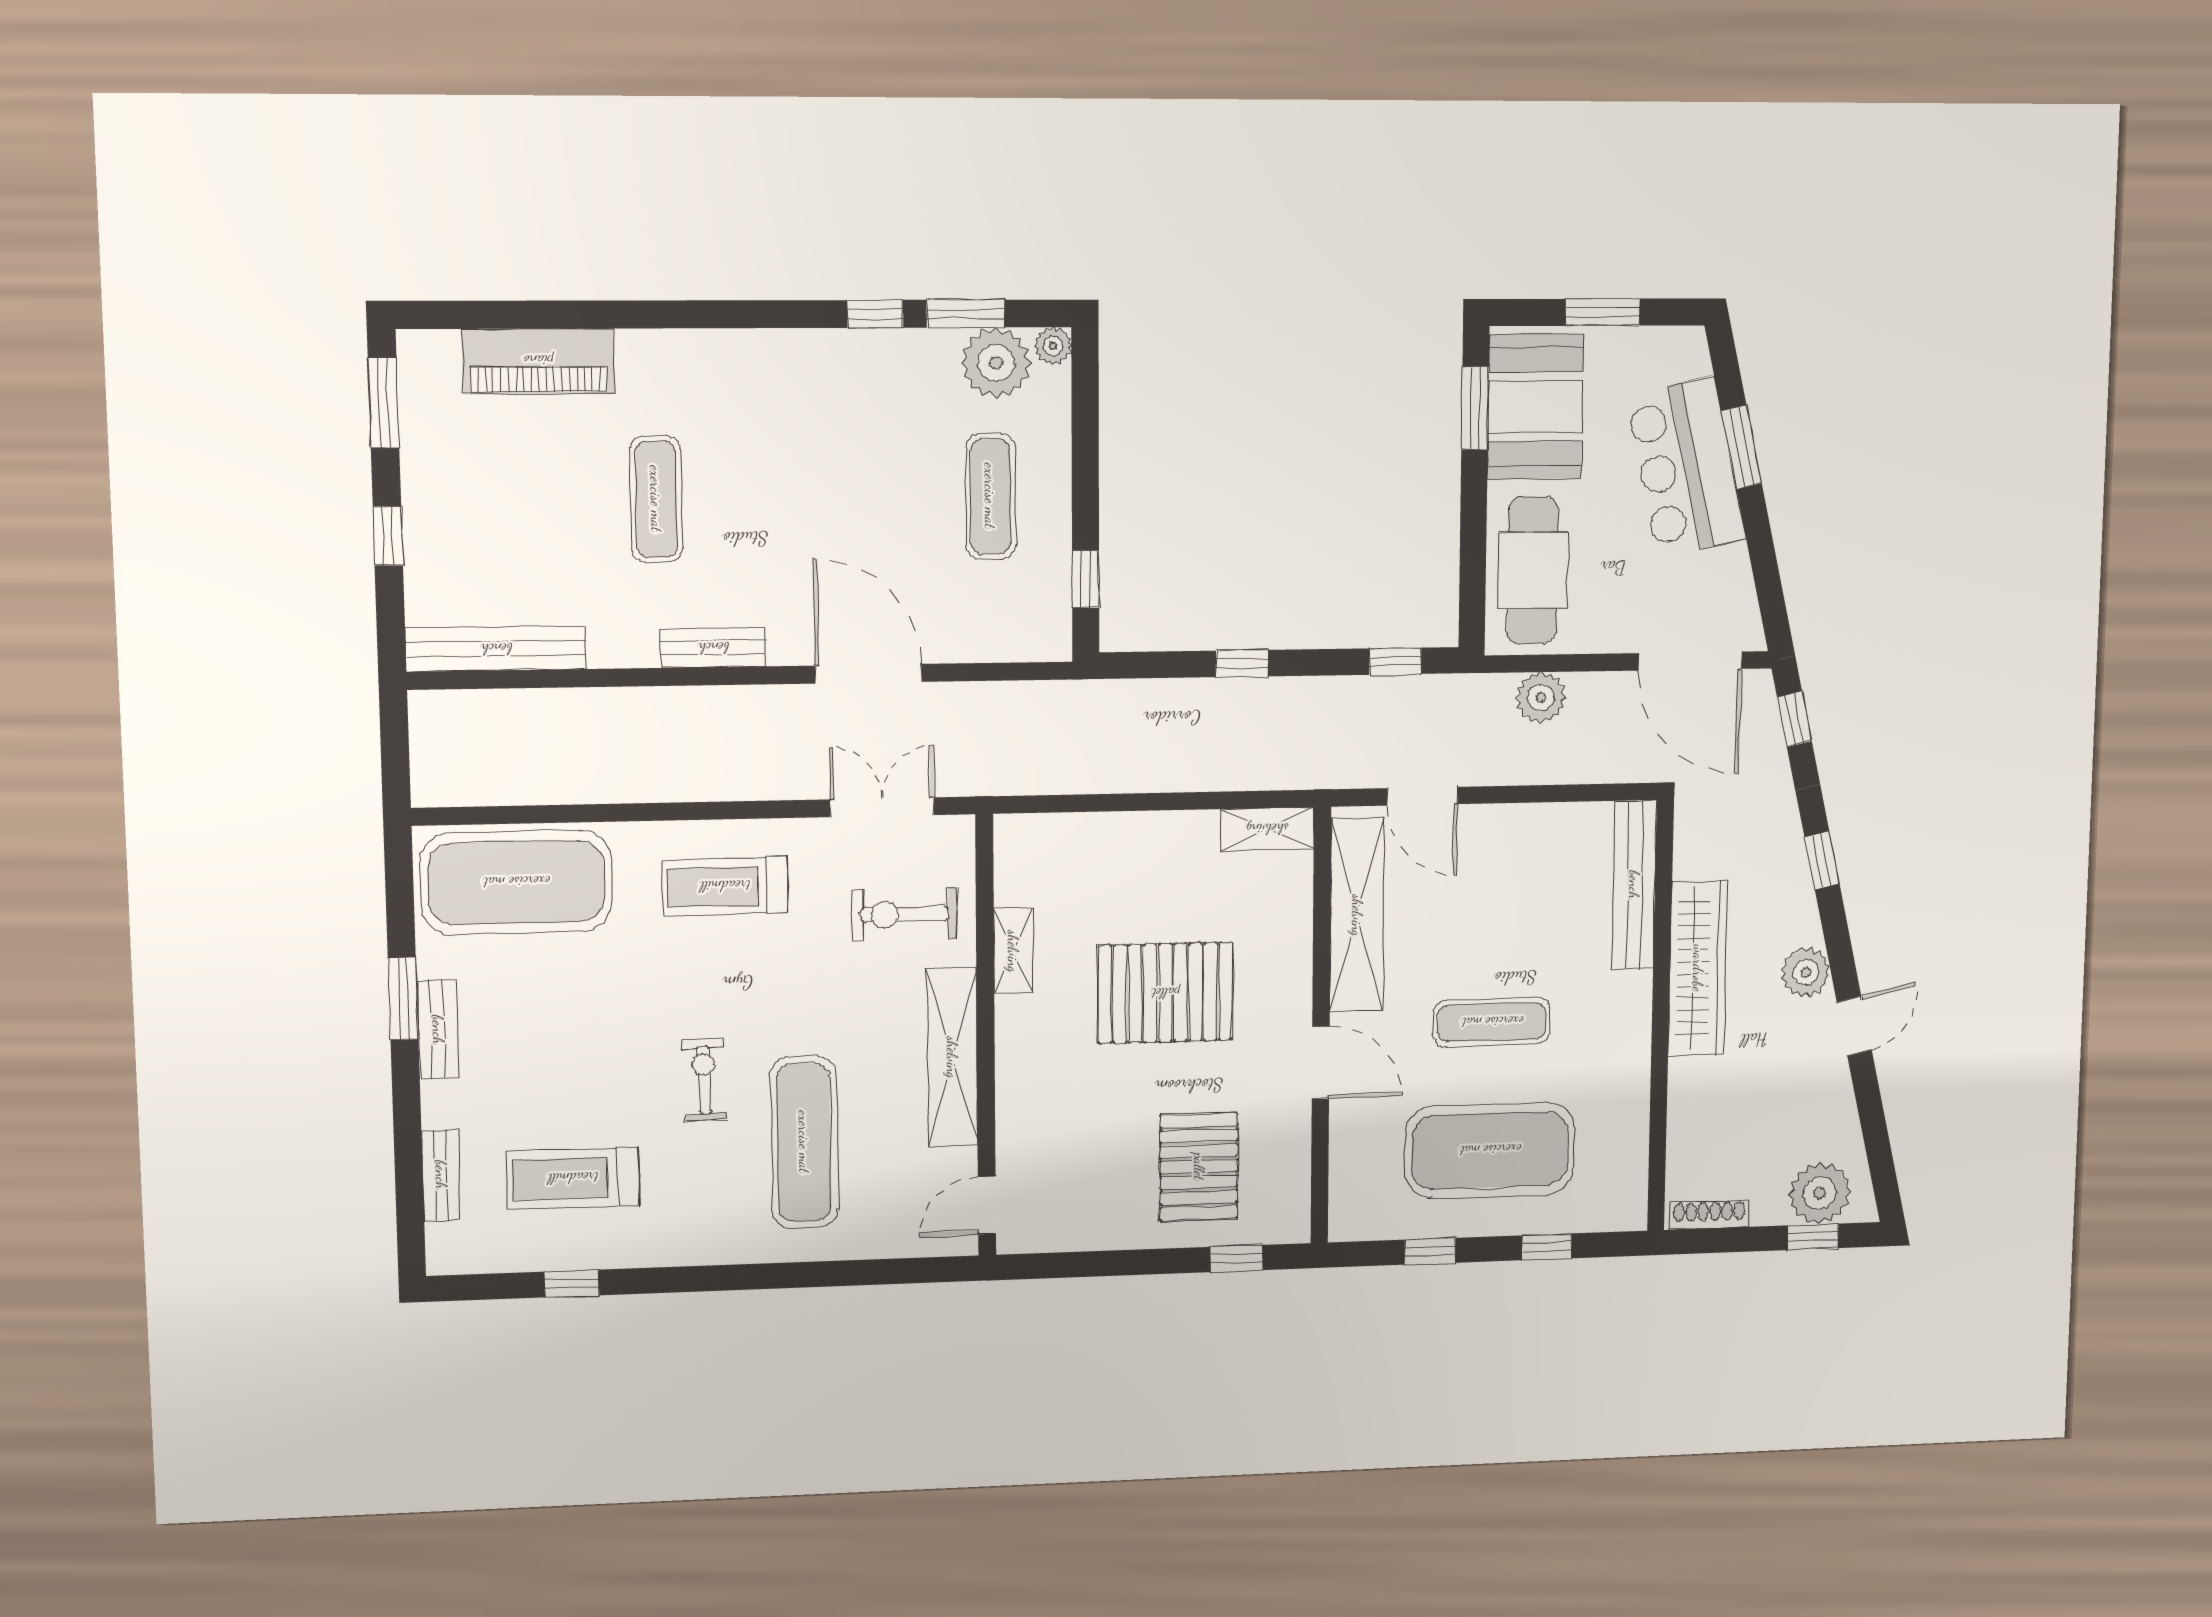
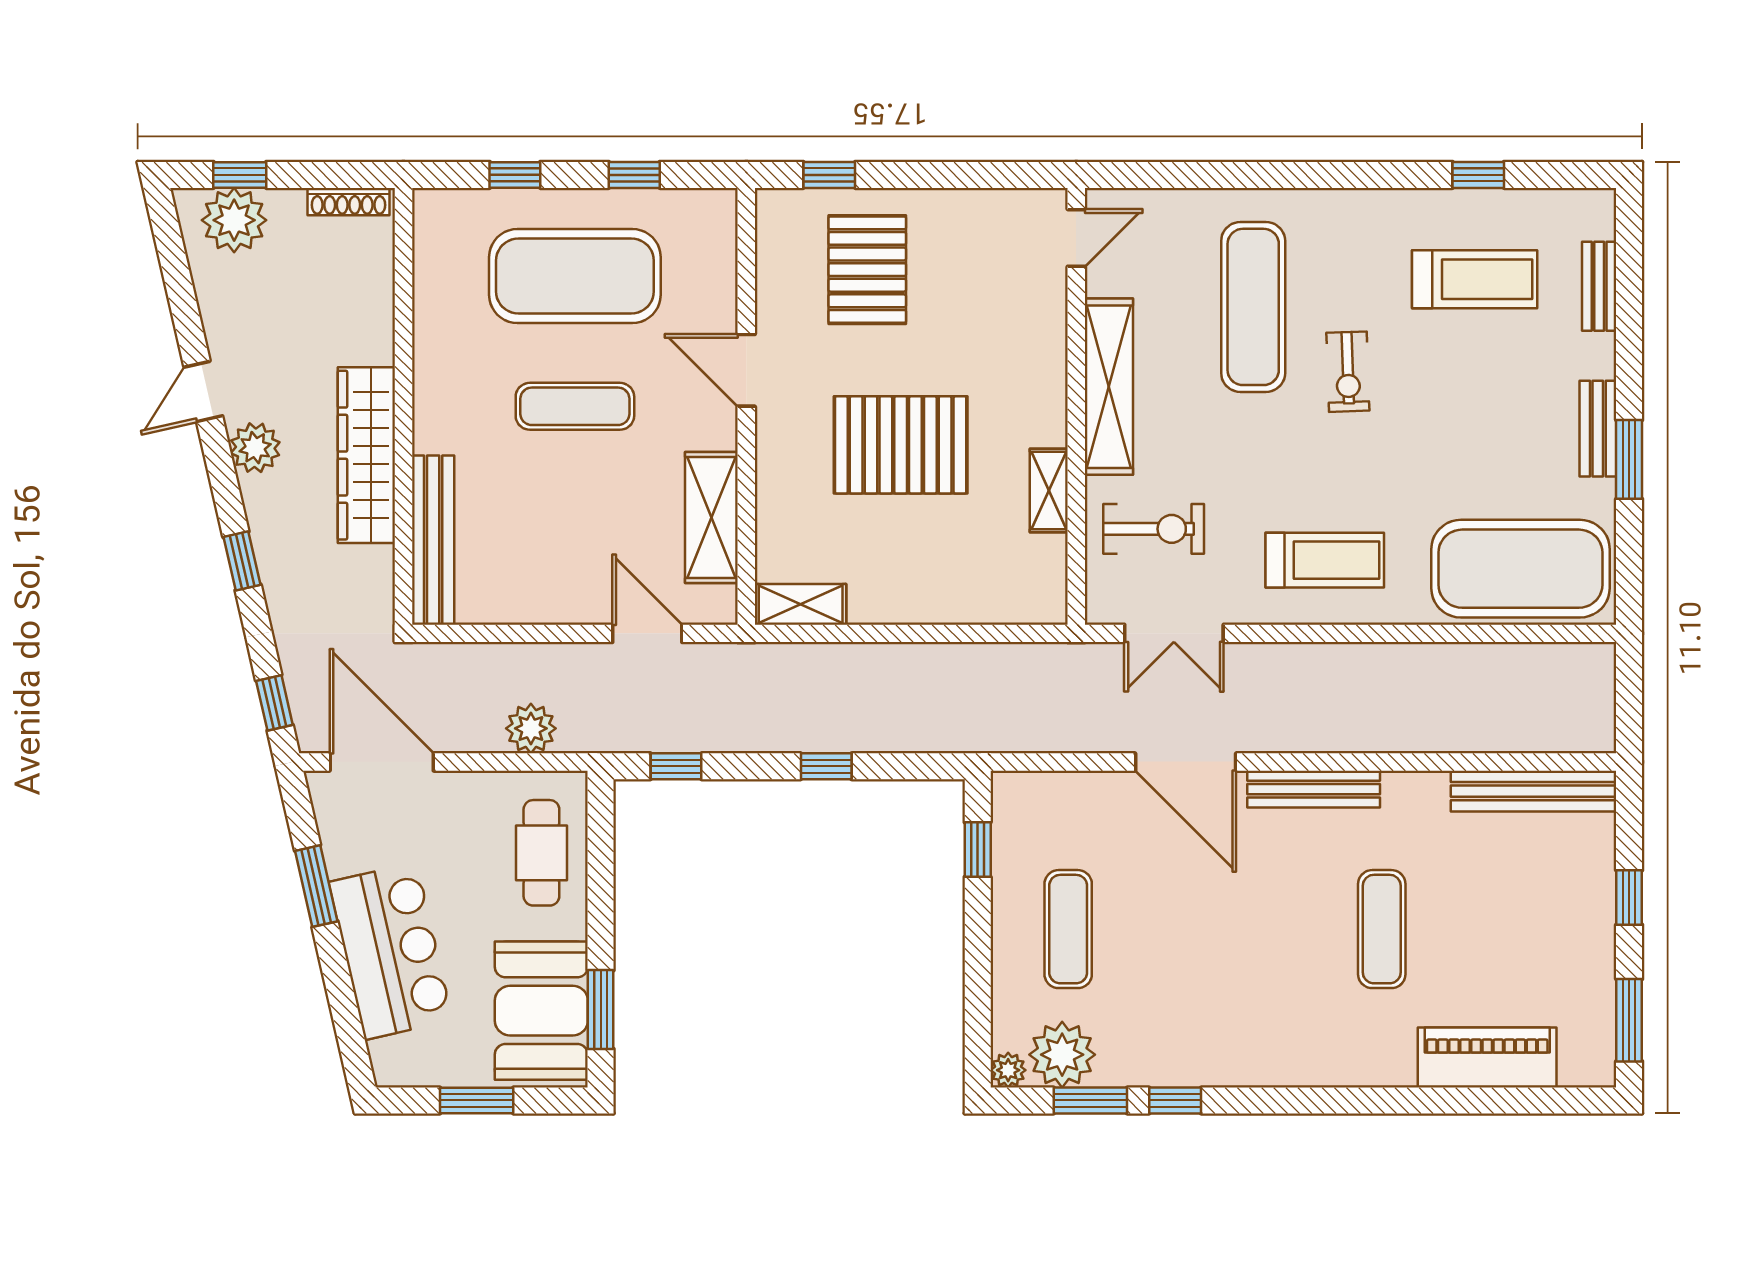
window: (1741, 447) -> (316, 886), moved
cafe table: (1532, 570) -> (541, 853), width x0.73, depth x0.74
bench: (713, 648) -> (1314, 789), width x1.36
shelving: (1357, 915) -> (711, 518), width x0.68

